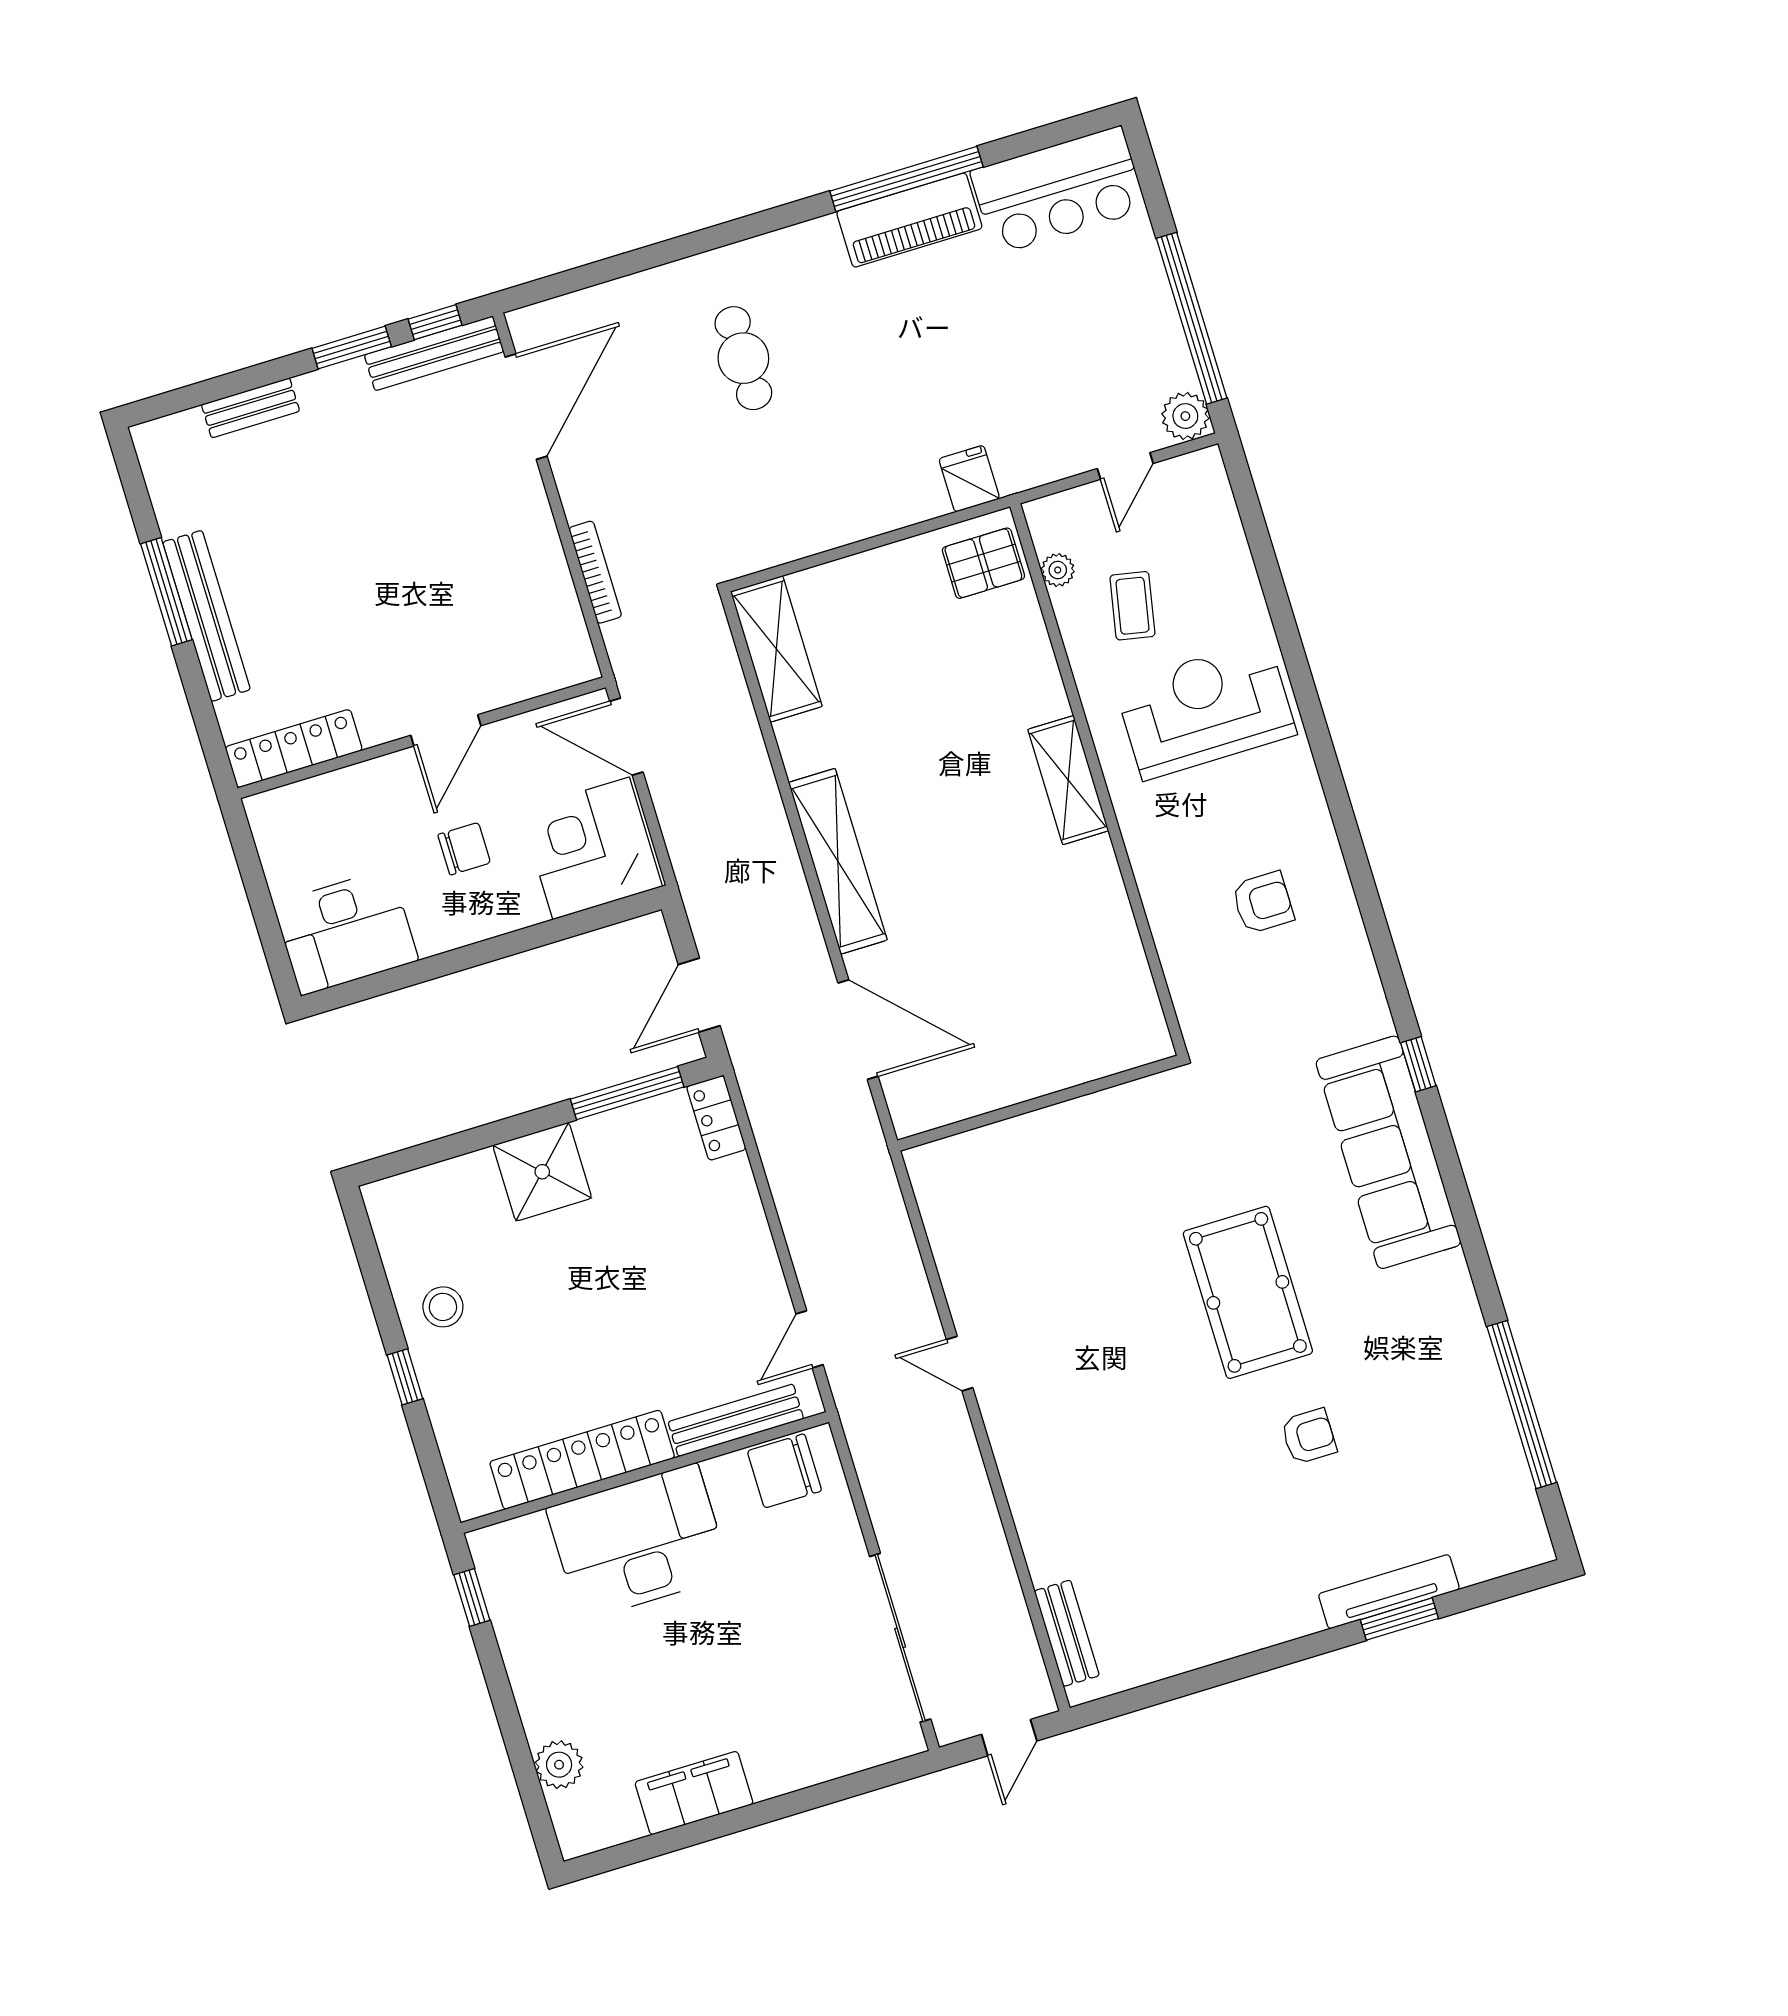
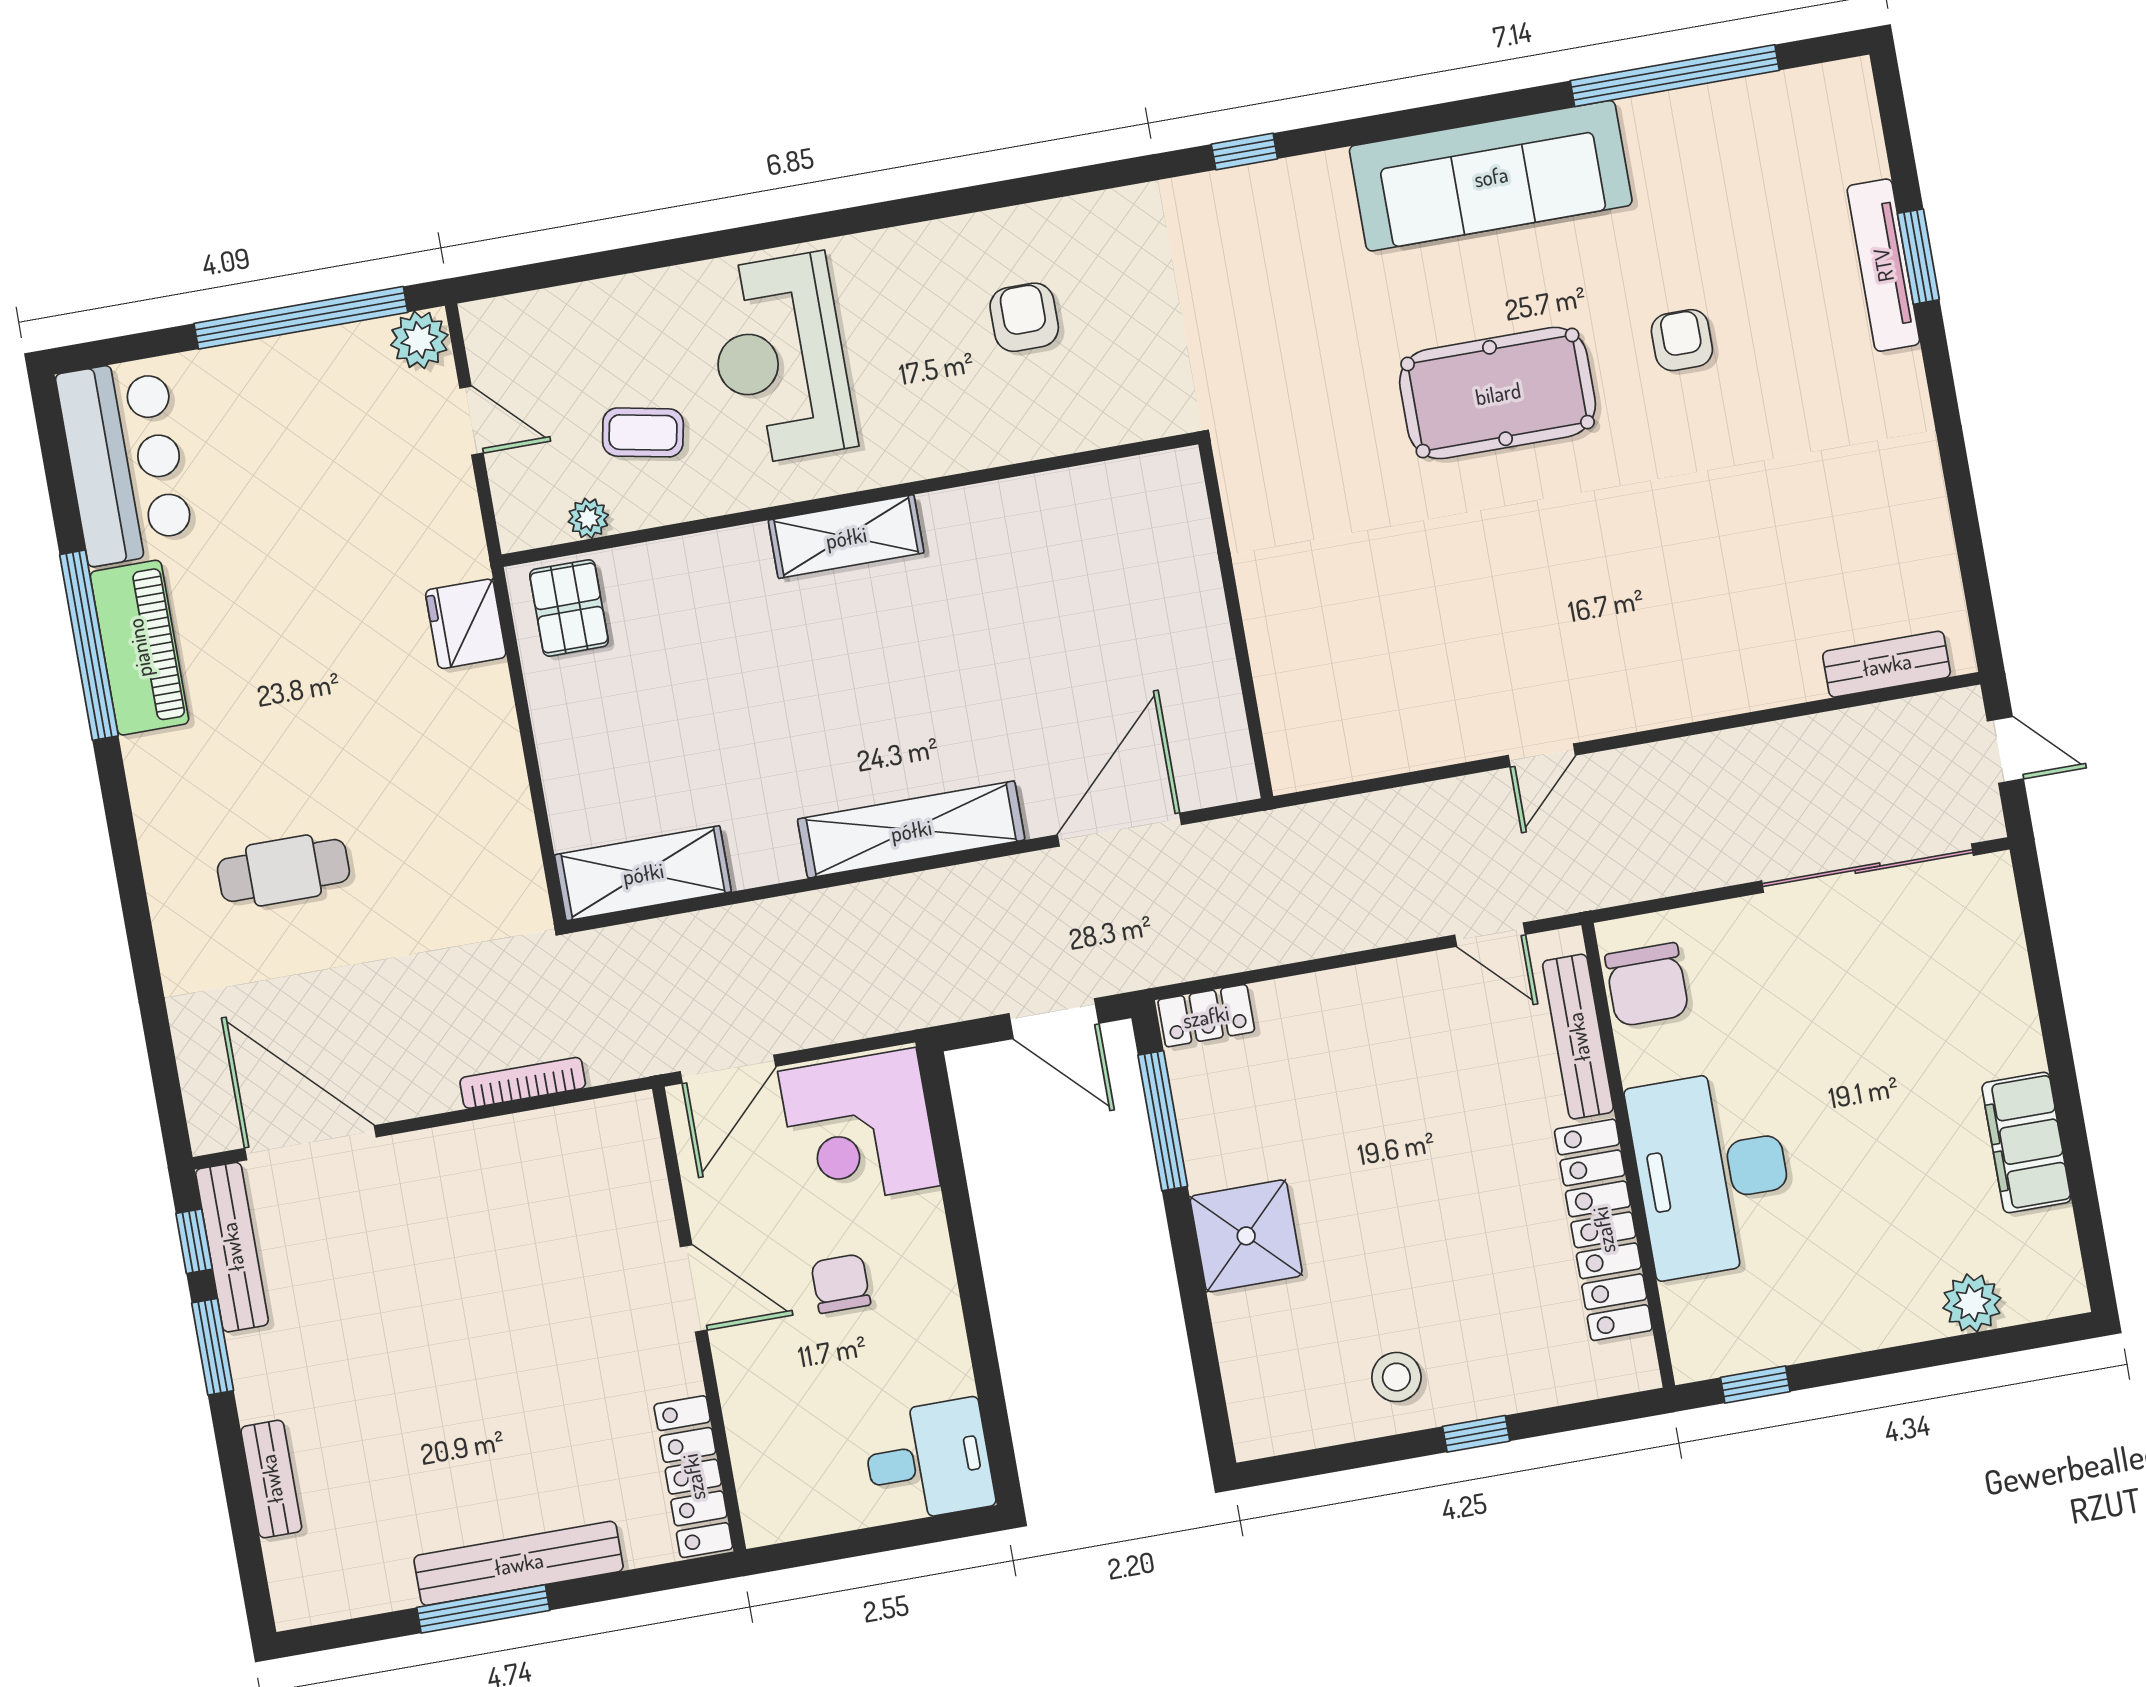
fridge: (969, 479) -> (466, 624), width x1.38
desk: (346, 932) -> (928, 1461), width x0.73
sofa: (1388, 1152) -> (1491, 176), moved

